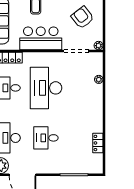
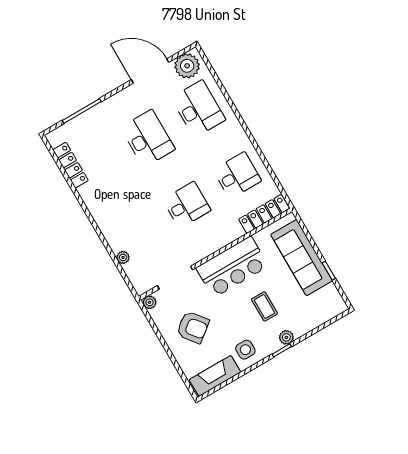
desk: (46, 88) -> (187, 205), width x0.53, depth x0.77
desk: (46, 138) -> (148, 138), width x1.37
locker: (98, 143) -> (71, 165), width x1.53

